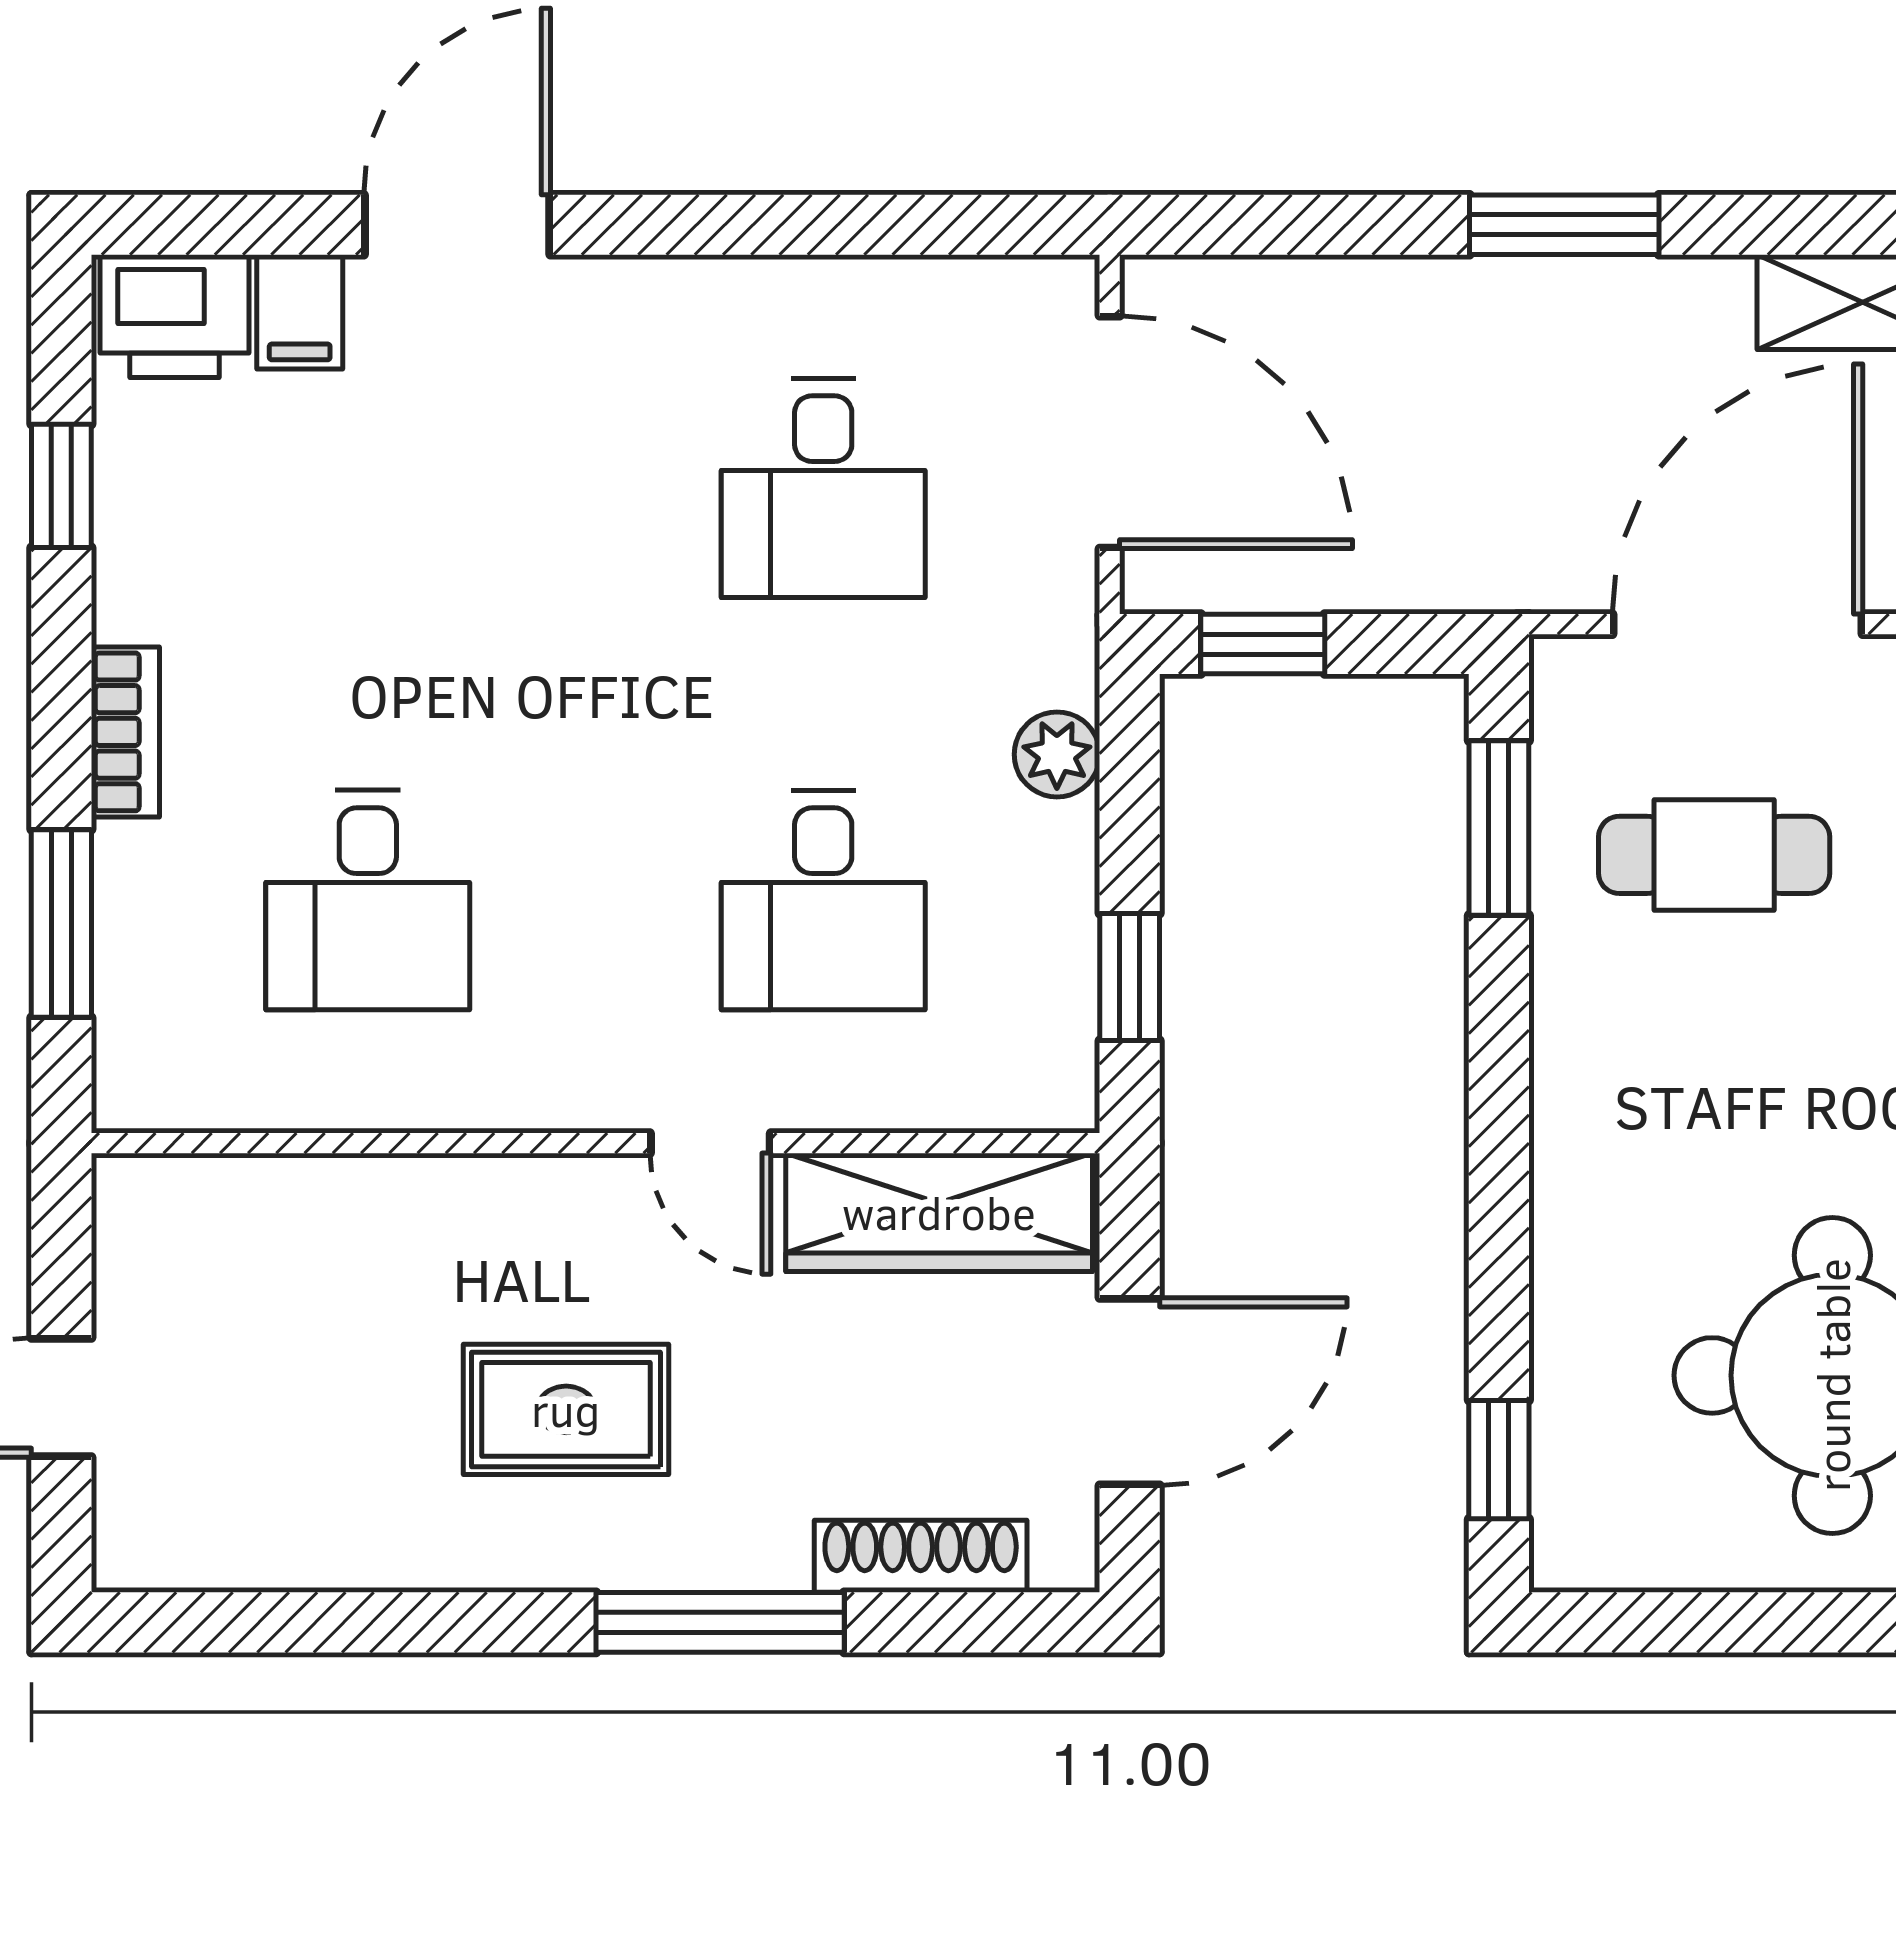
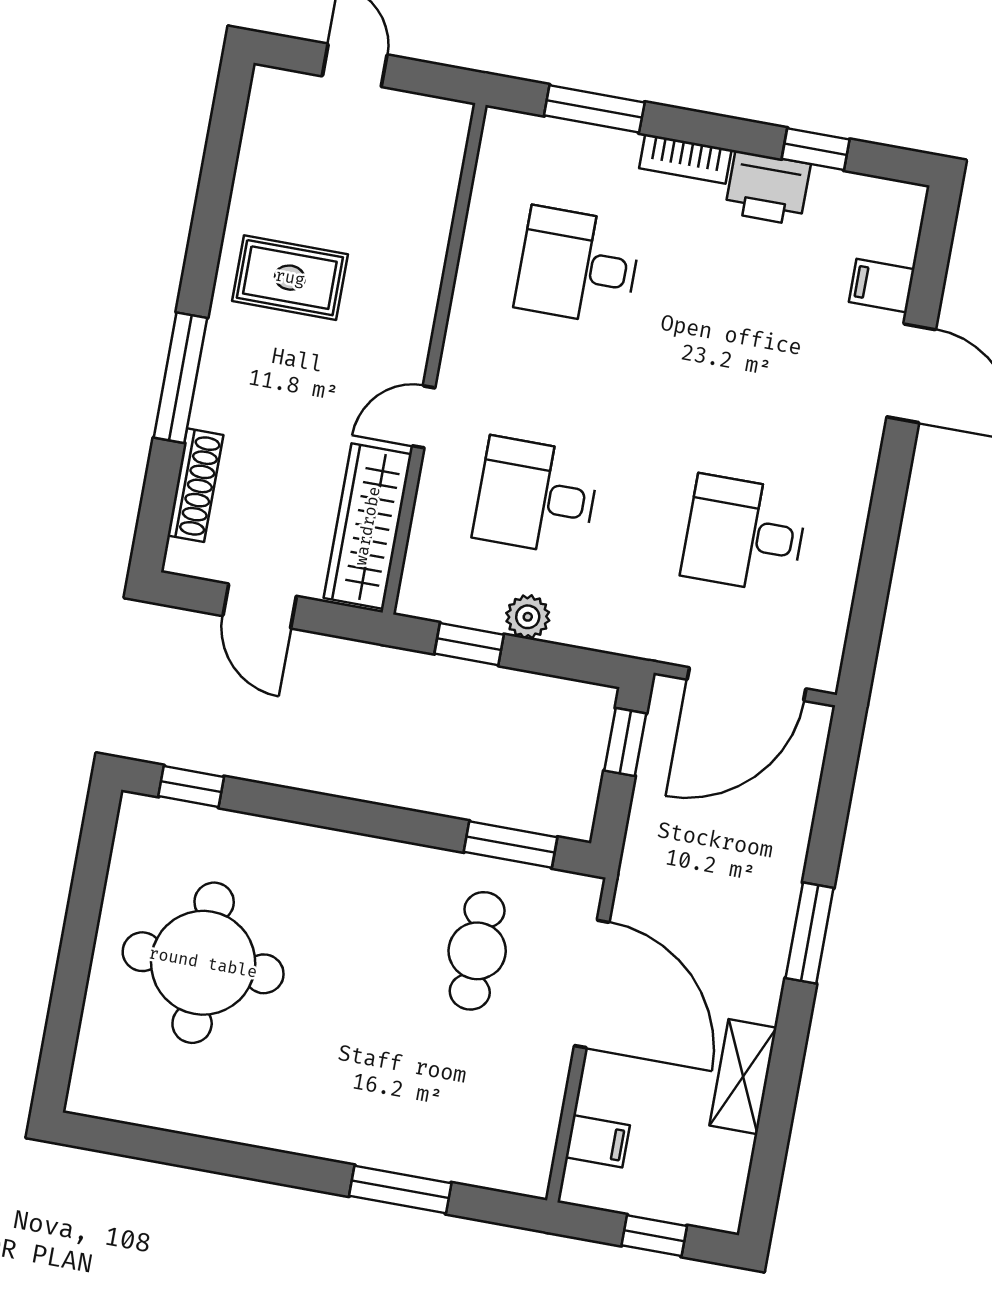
printer: (174, 316) -> (768, 188), moved, turned -90
plant: (1057, 754) -> (528, 617), moved
door: (1130, 1392) -> (260, 606), width x0.73
rug: (566, 1409) -> (290, 278), moved, turned 90

